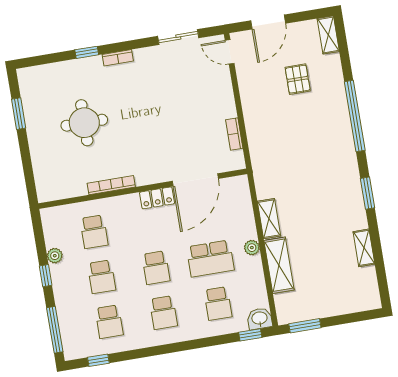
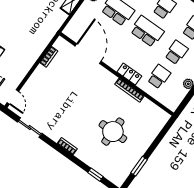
window: (87, 52) -> (95, 175), moved
door: (195, 180) -> (88, 54), hinge flipped
locker: (157, 198) -> (129, 74), moved
school desk: (156, 268) -> (147, 31), width x1.85

